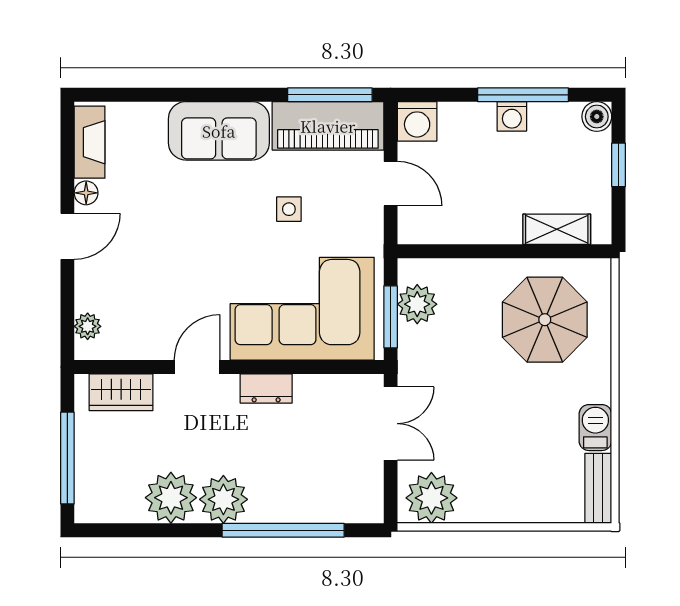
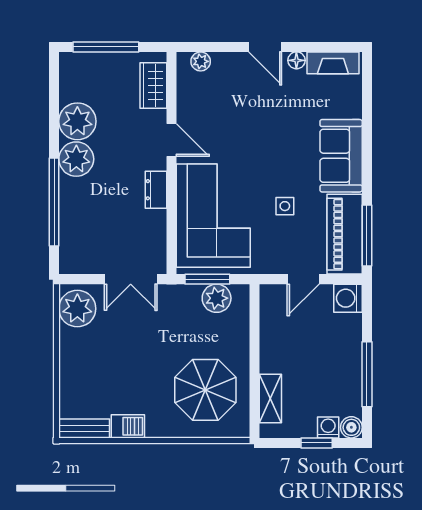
washing machine: (512, 116) -> (328, 427), moved, turned 90

